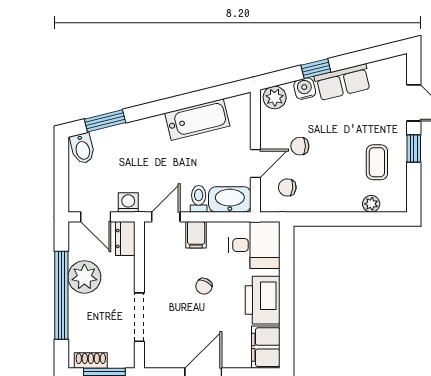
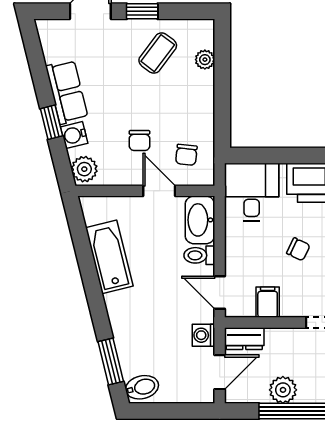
coffee table: (377, 162) -> (158, 53), turned -53
filing cabinet: (196, 235) -> (268, 302), moved, turned -90
plant: (84, 277) -> (283, 390), width x0.73, depth x0.73

